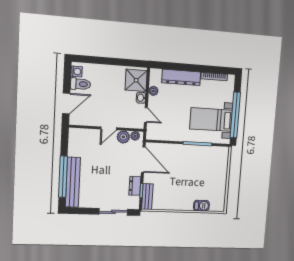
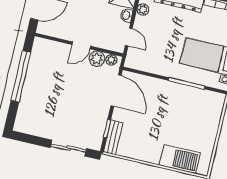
window: (63, 177) -> (21, 76), moved
bench: (73, 182) -> (27, 102), removed
dresser: (135, 186) -> (100, 121), removed
barbecue: (201, 206) -> (180, 159), width x1.88, depth x1.53

